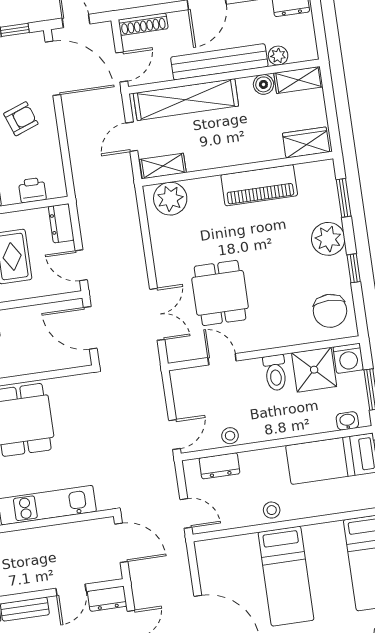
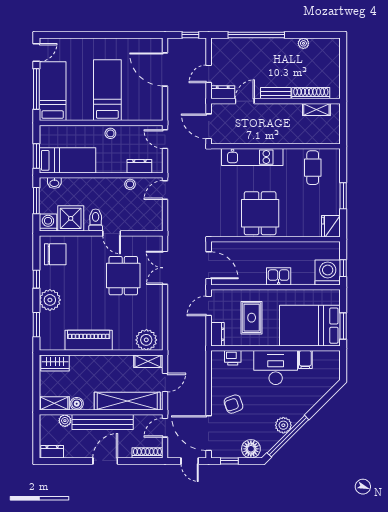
door: (81, 265) -> (209, 306), swing flipped
chair: (330, 311) -> (55, 254), turned 90
door: (222, 359) -> (112, 233), moved

